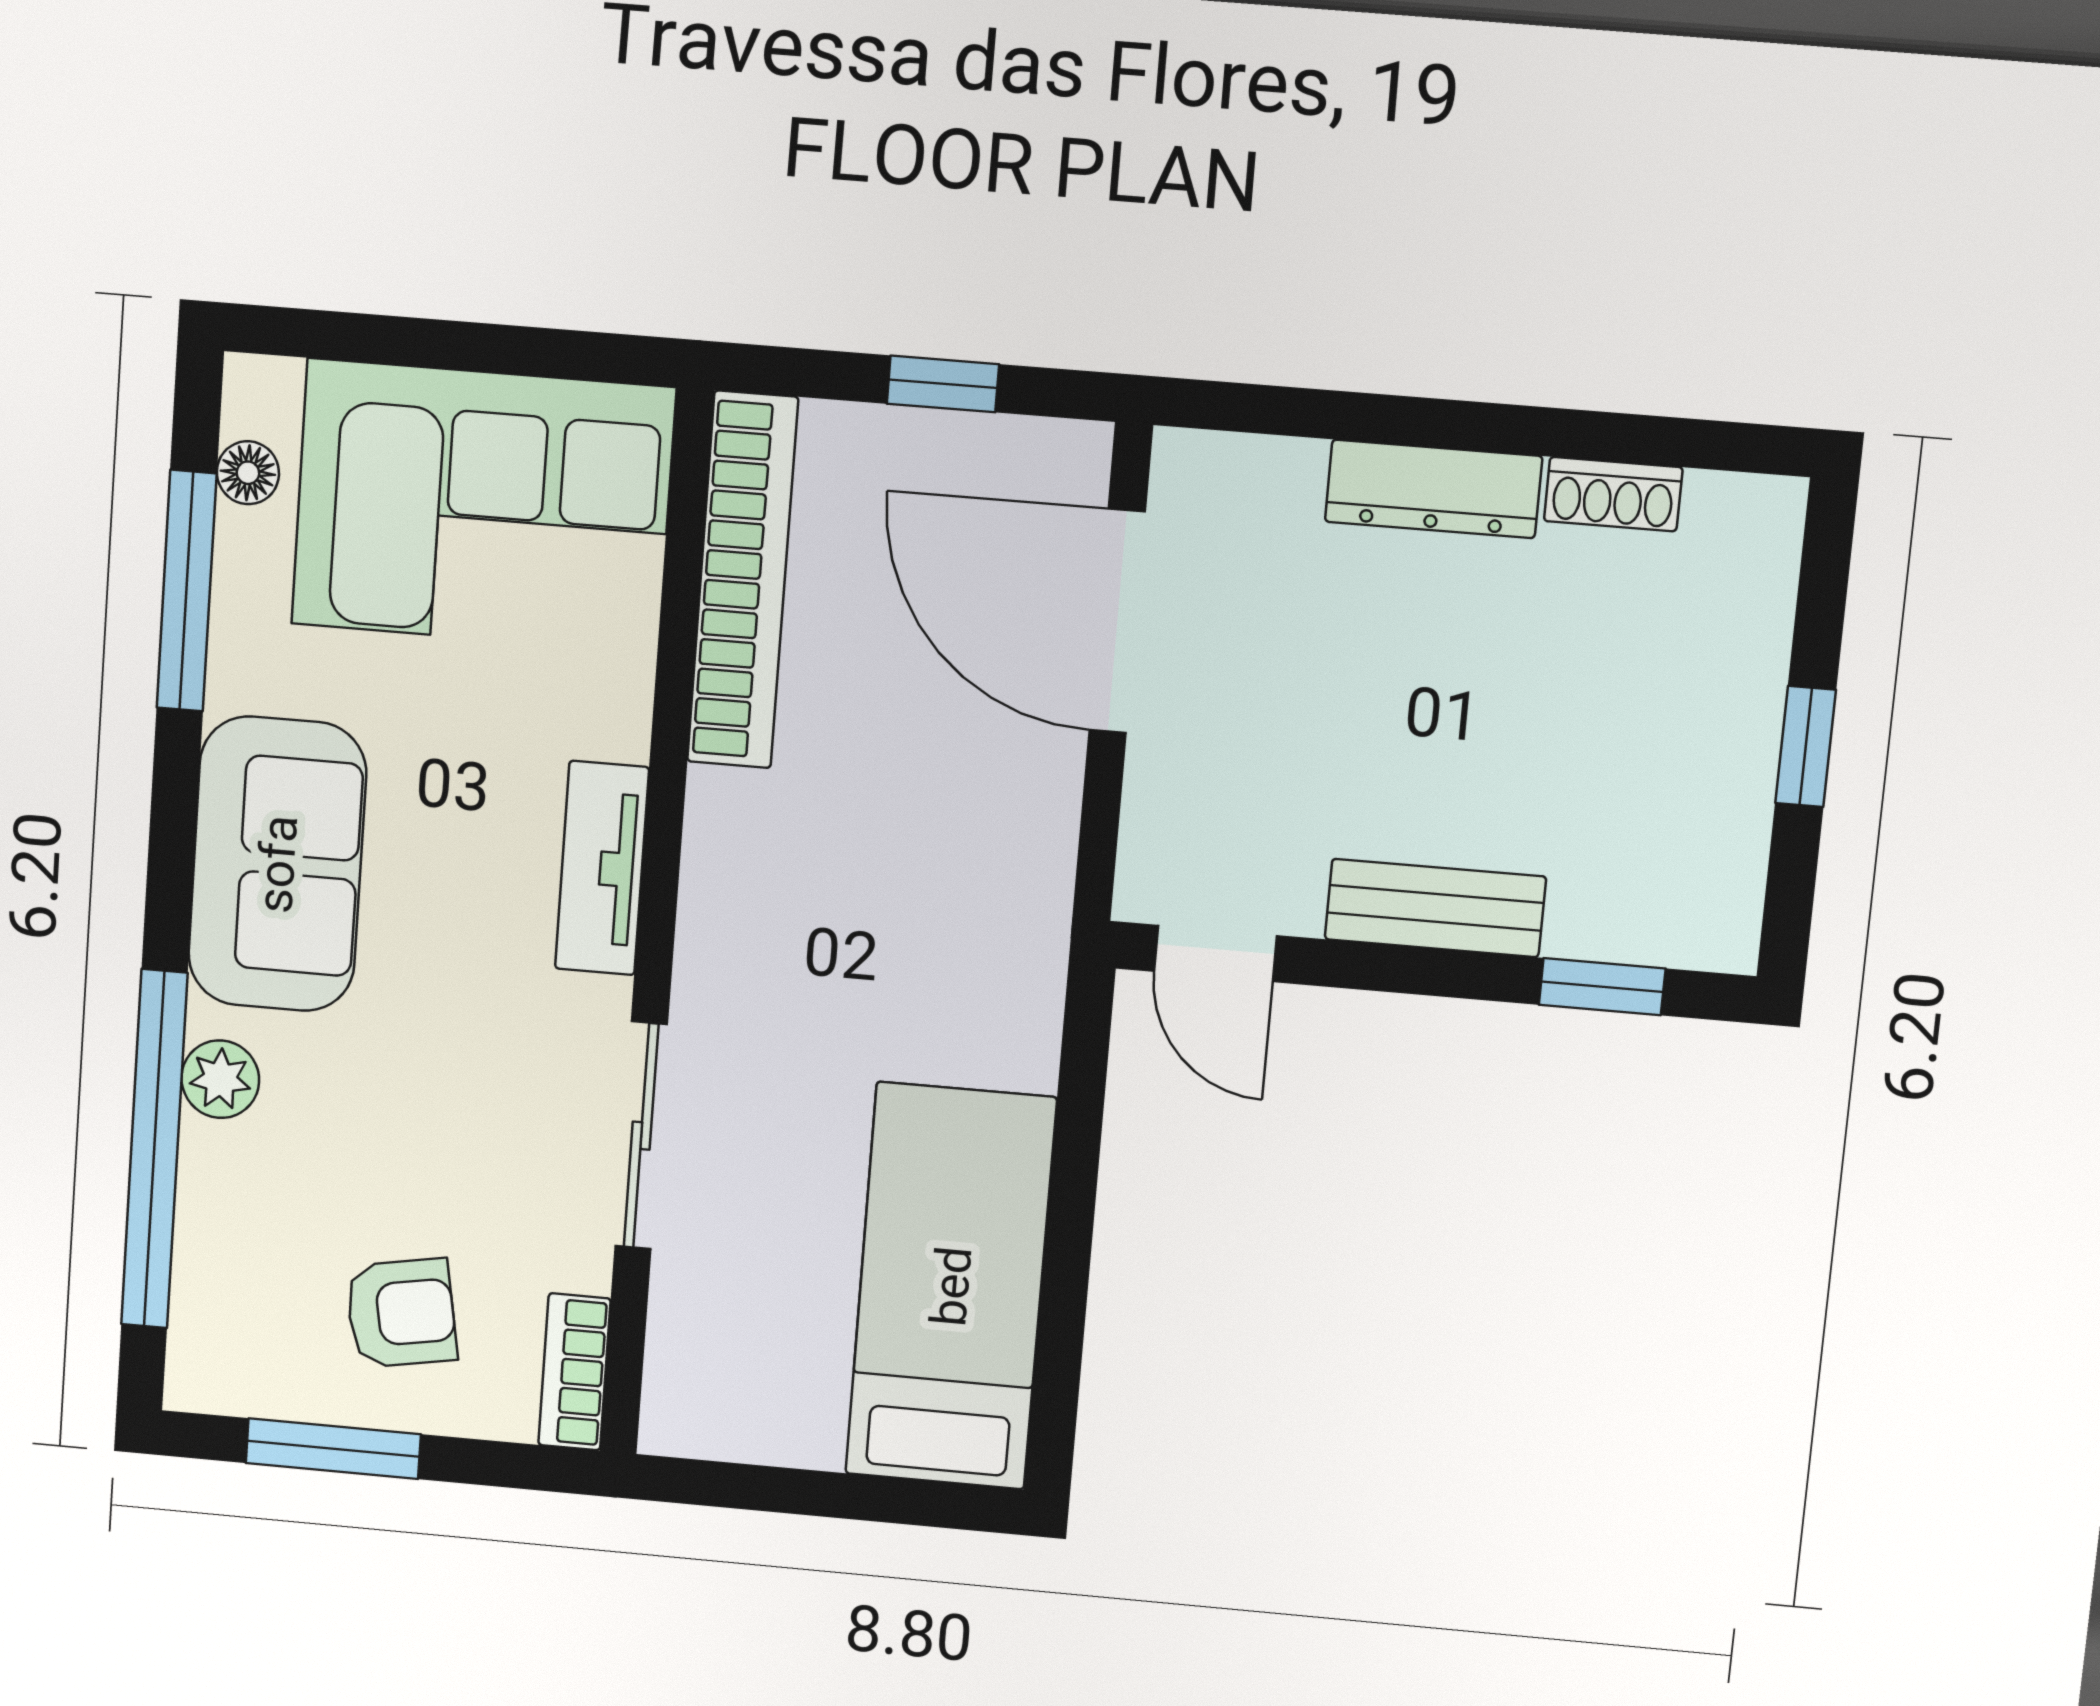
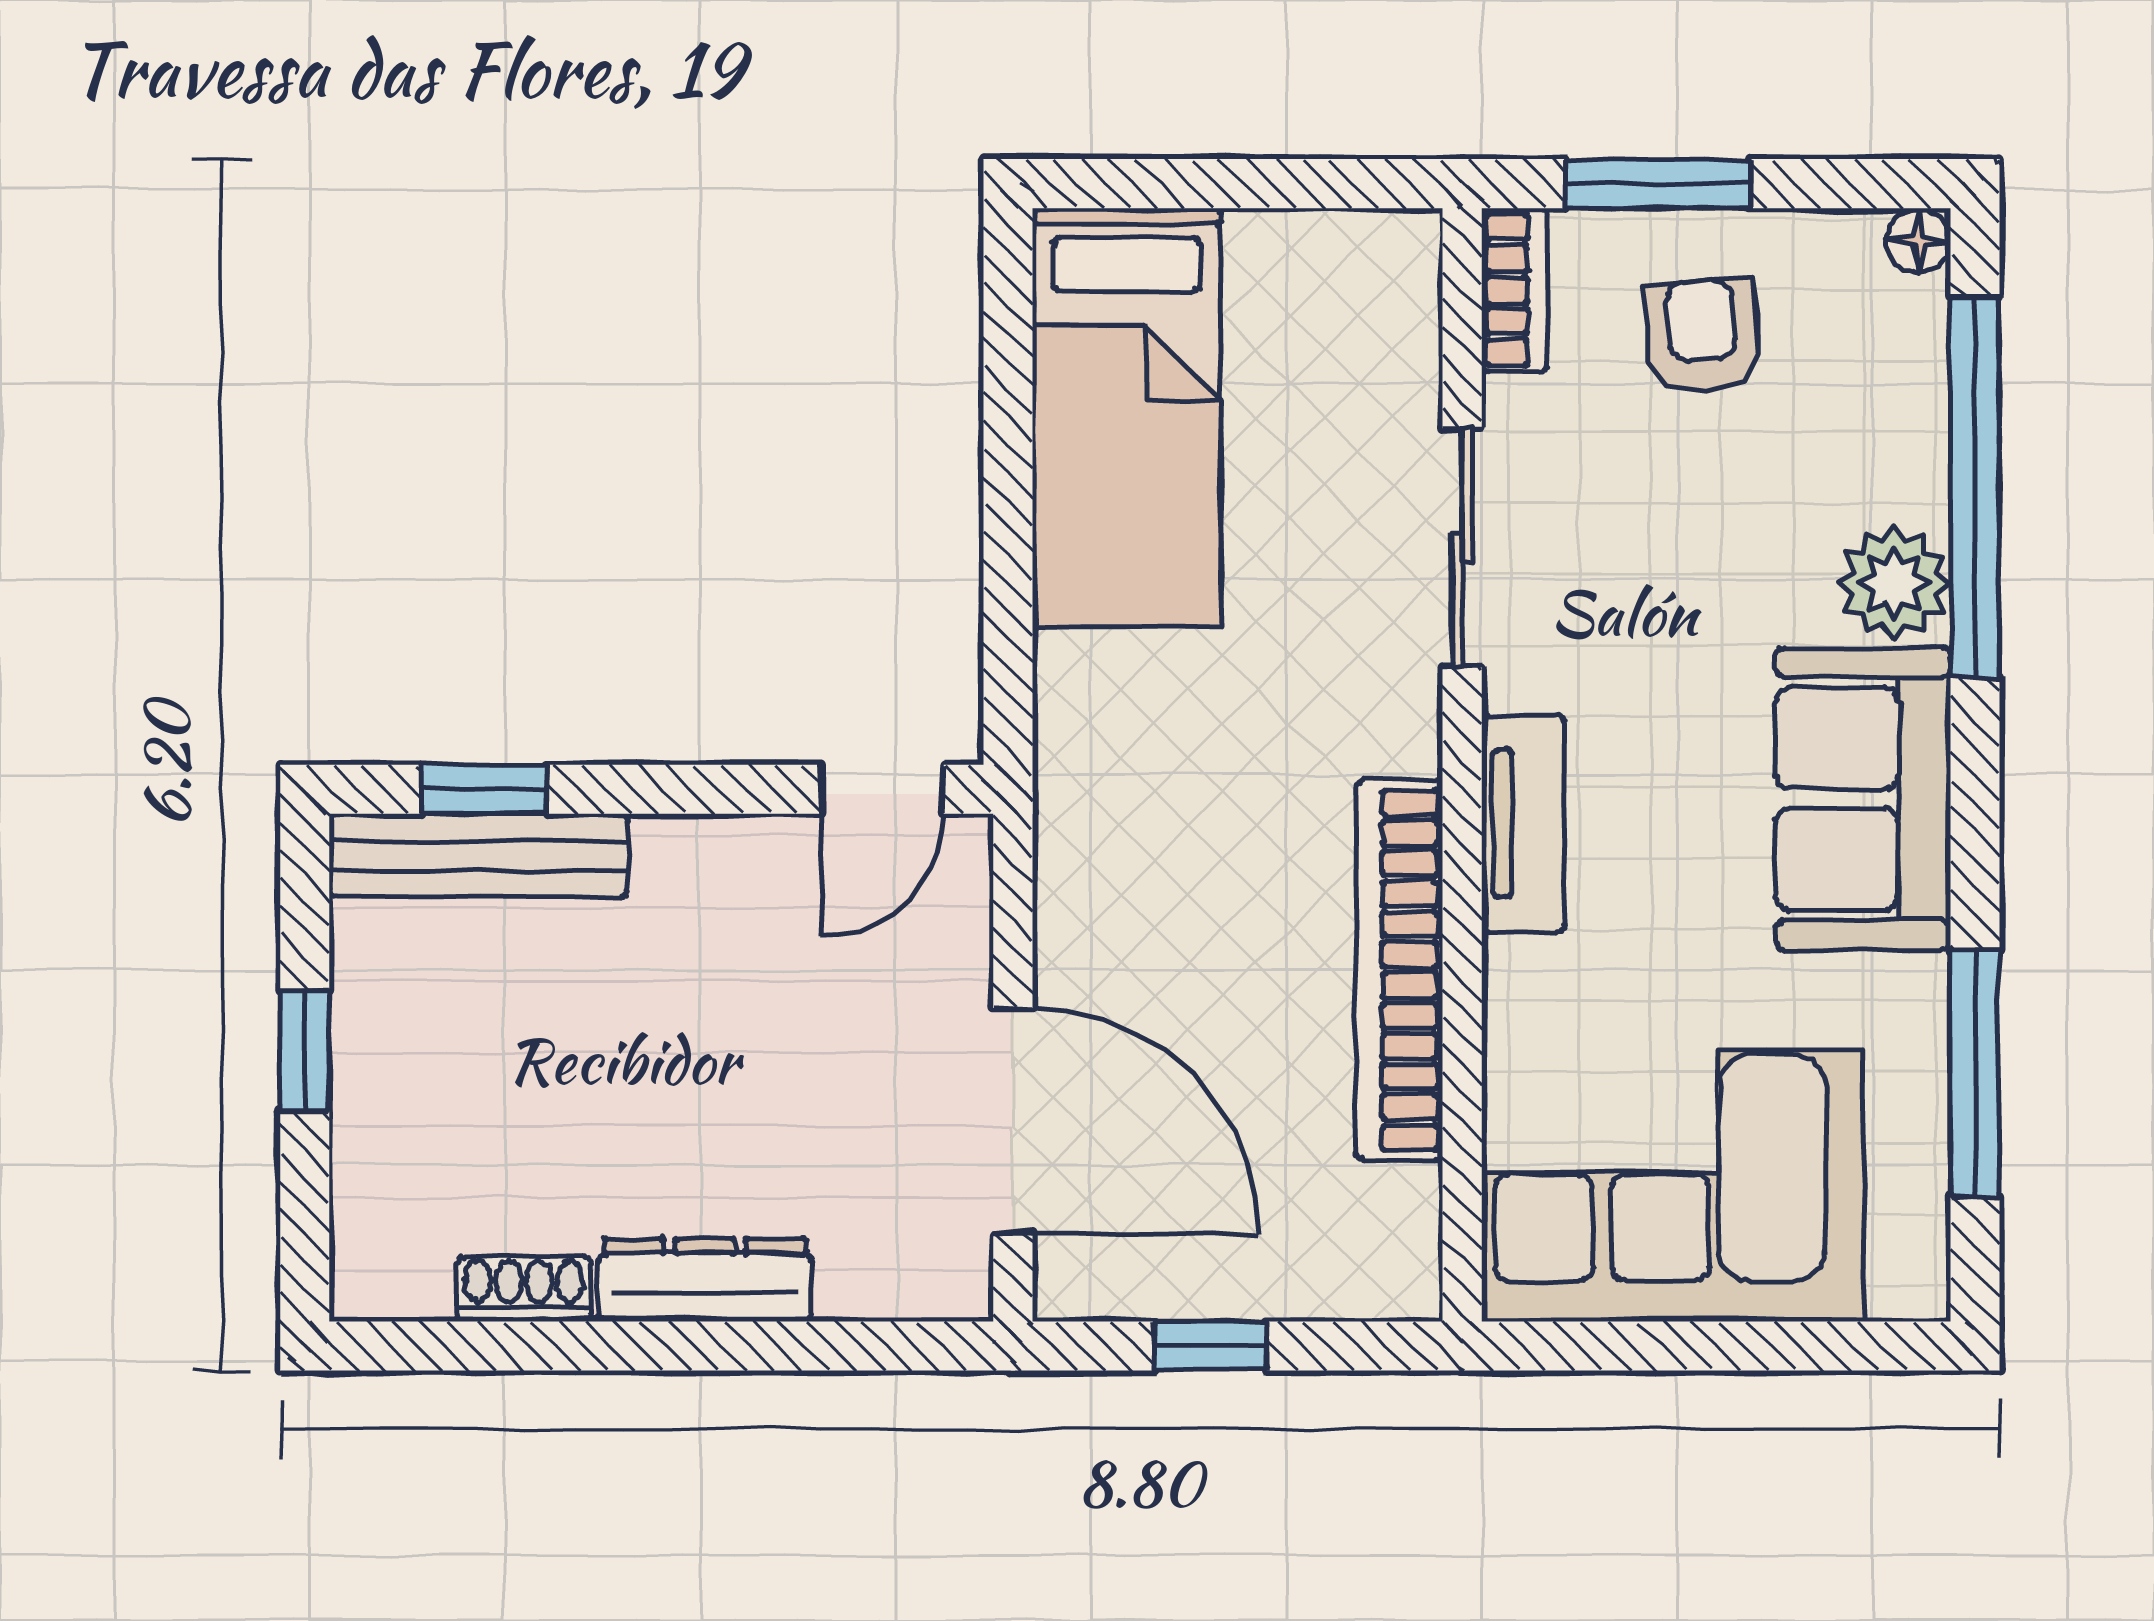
floor lamp: (248, 473) -> (1918, 241), moved
bookcase: (743, 580) -> (1399, 970), moved
bench: (1435, 908) -> (479, 856), moved, width x1.36
door: (1215, 954) -> (882, 789), swing flipped
plant: (220, 1079) -> (1894, 583), width x1.38, depth x1.38
armchair: (401, 1313) -> (1702, 336), turned 95
window: (333, 1449) -> (1657, 184), moved

